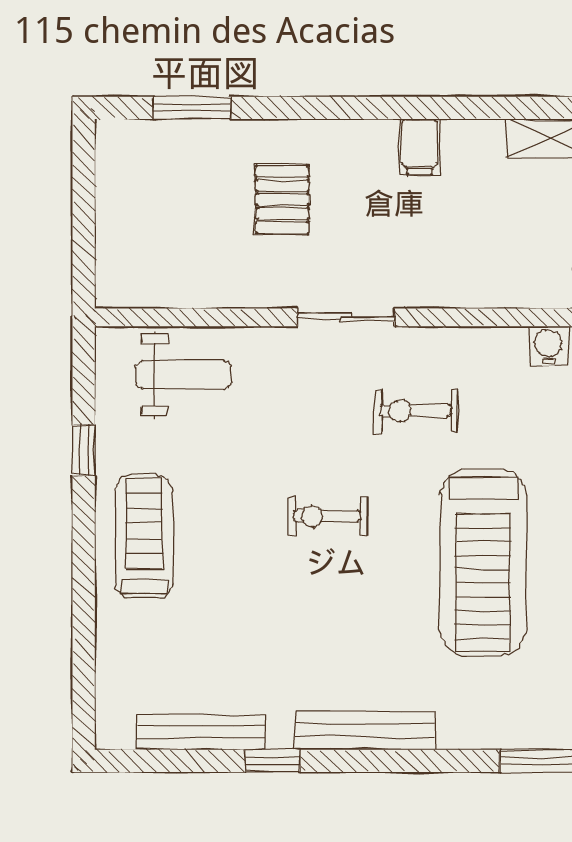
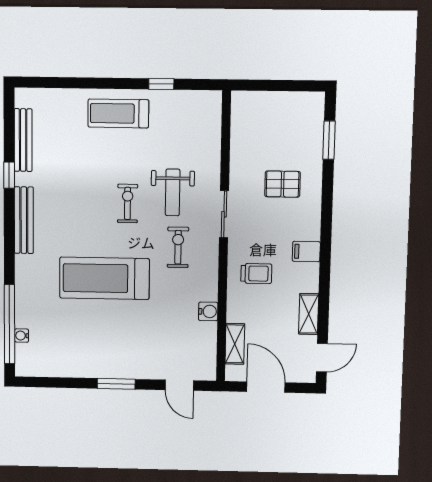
trolley: (467, 248) -> (256, 274), added
weight bench: (183, 375) -> (173, 192), moved
treadmill: (144, 537) -> (118, 113), turned 180

